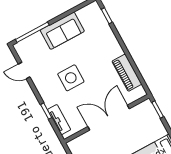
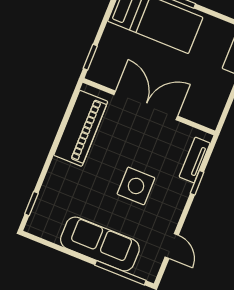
sofa: (62, 31) -> (100, 244), width x1.36
piano: (127, 73) -> (81, 128), width x1.37, depth x1.33
double door: (109, 118) -> (146, 105), swing flipped

